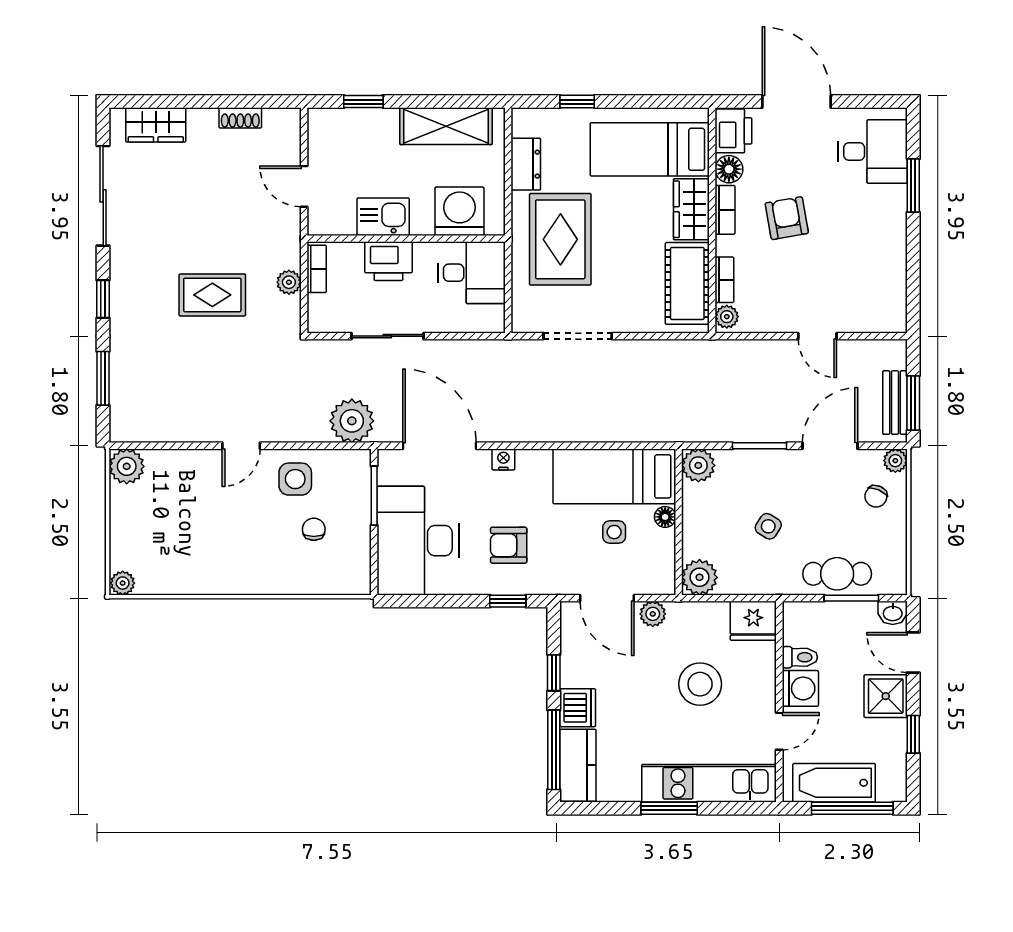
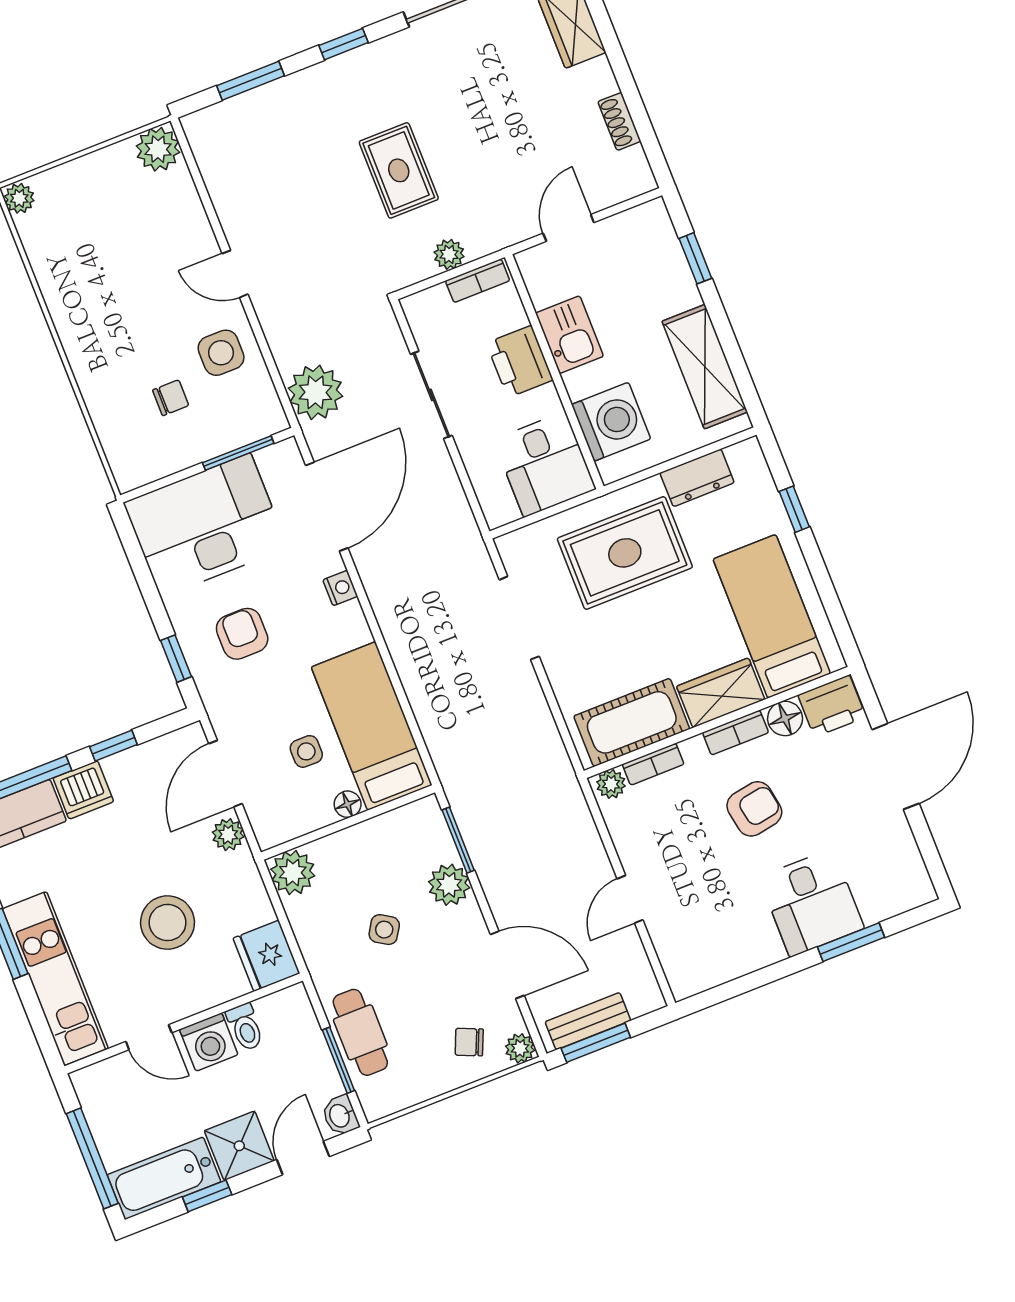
desk: (873, 151) -> (811, 903), moved
window: (760, 446) -> (458, 840), moved
plant: (698, 465) -> (449, 885), moved
bathtub: (834, 783) -> (164, 1178), moved, turned -90

